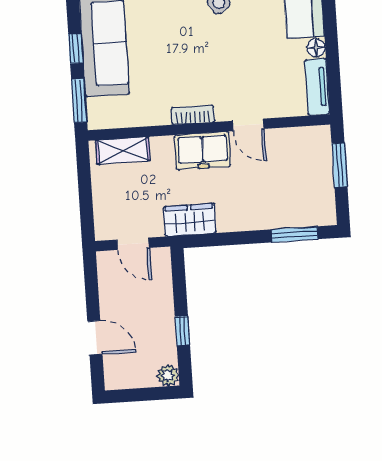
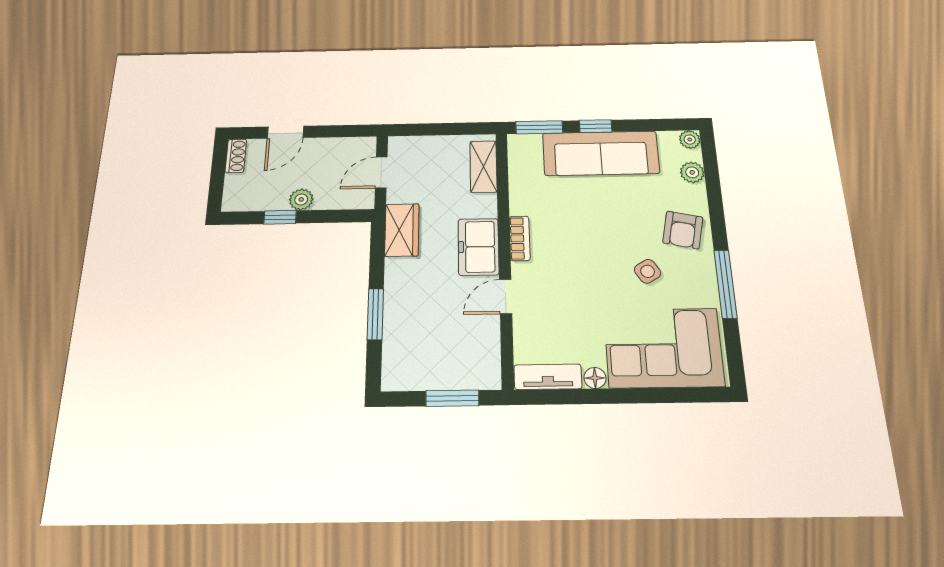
window: (295, 234) -> (375, 314), moved
plant: (168, 375) -> (301, 199), moved
shoe rack: (122, 381) -> (236, 156), added

